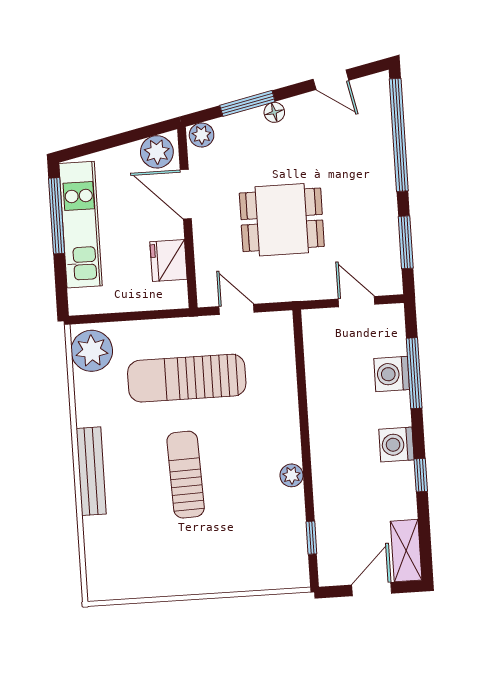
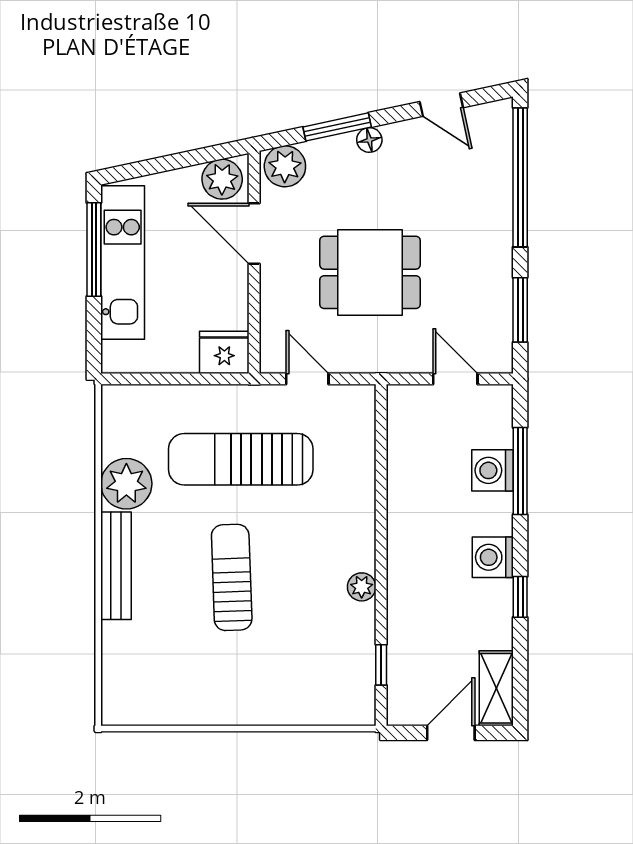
plant: (202, 135) -> (285, 166), width x1.38, depth x1.38
fridge: (169, 260) -> (224, 352), moved, turned 90
plant: (92, 351) -> (126, 484), moved

